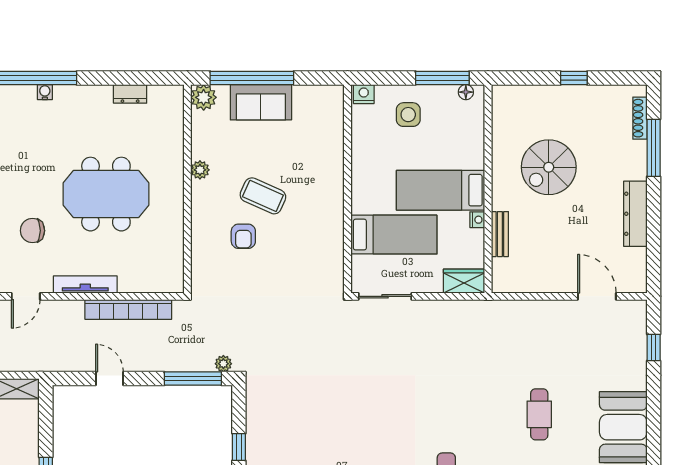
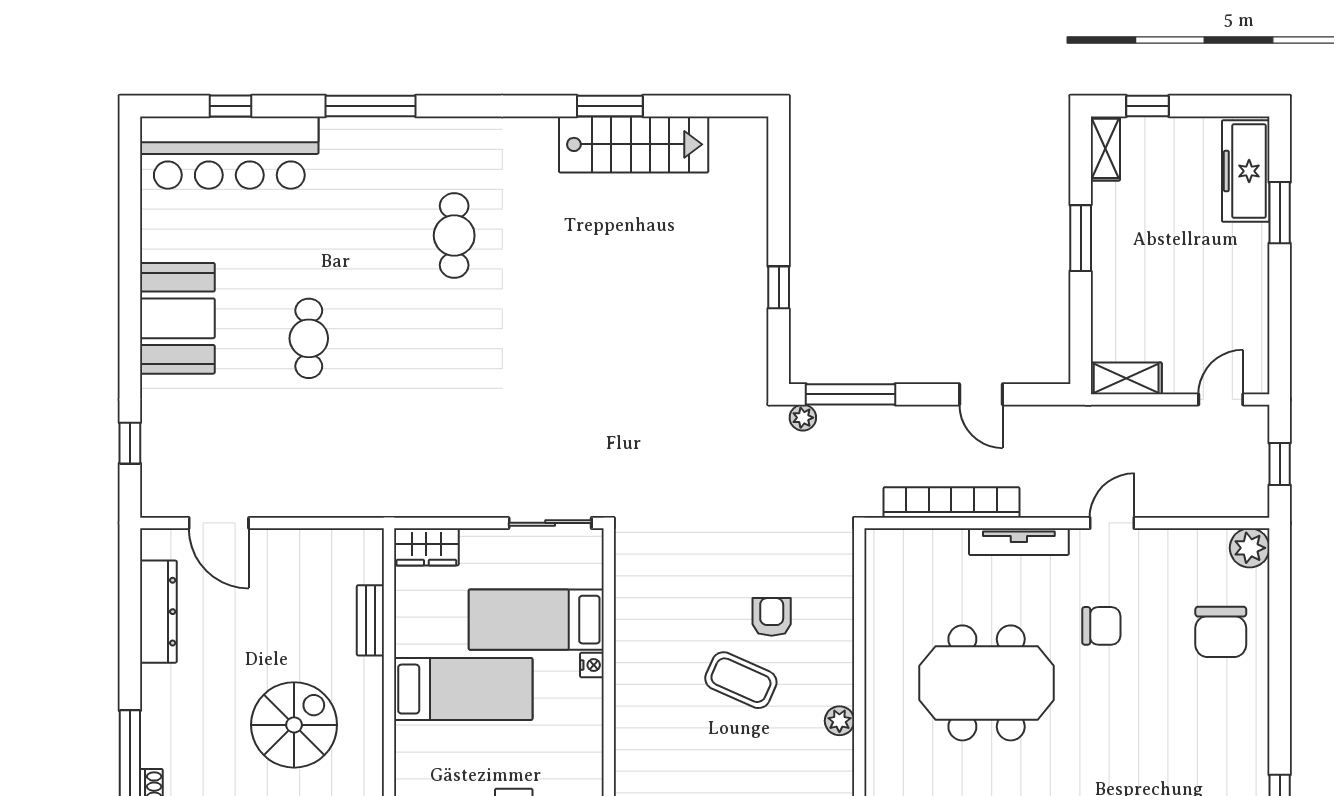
dresser: (635, 214) -> (158, 612), moved
nightstand: (477, 220) -> (592, 665), moved, turned 180

